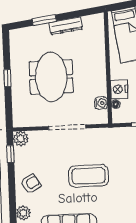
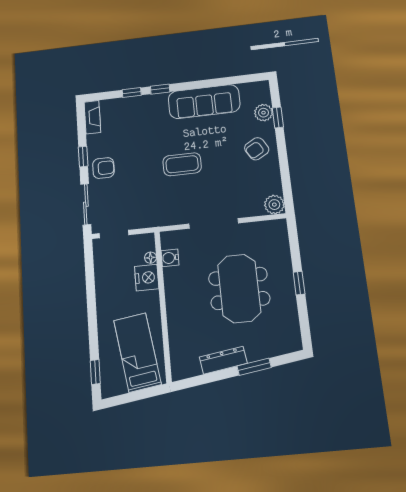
window: (10, 154) -> (278, 117), moved
coffee table: (89, 176) -> (182, 164), width x0.73, depth x0.76

